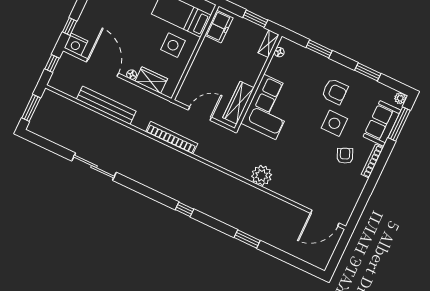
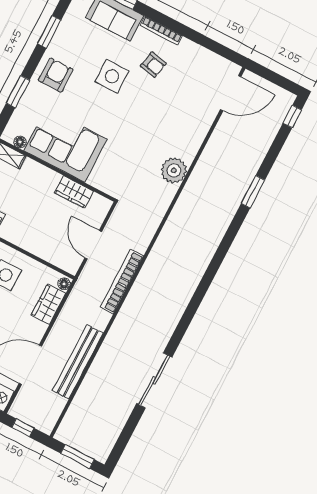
floor lamp: (132, 75) -> (64, 284), moved
armchair: (335, 91) -> (56, 75), moved
wardrobe: (238, 103) -> (74, 192), width x0.67
corner sofa: (270, 107) -> (65, 145), moved
armchair: (345, 156) -> (153, 65), turned -144
window: (184, 209) -> (292, 117), moved
door: (325, 218) -> (231, 93), hinge flipped

